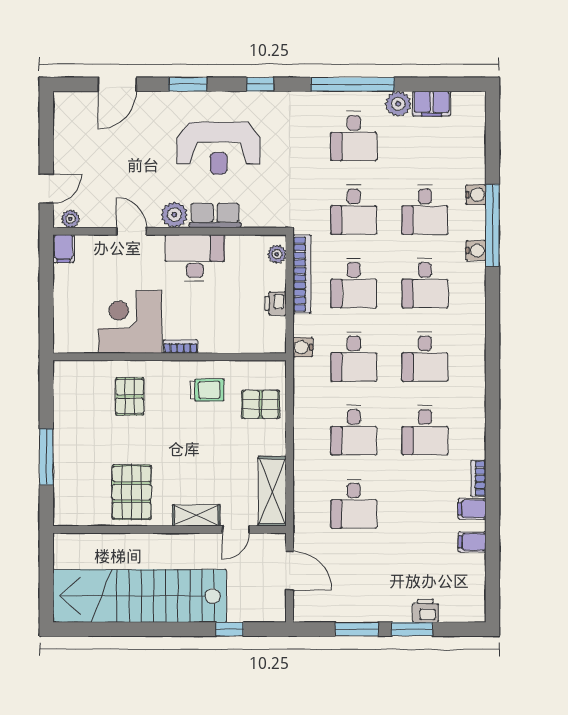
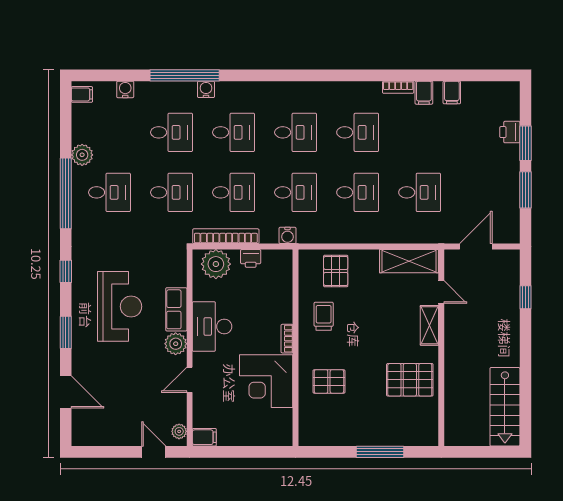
filing cabinet: (432, 104) -> (82, 94), moved, width x0.50
water cooler: (476, 195) -> (125, 89), moved
plant: (277, 254) -> (216, 264), width x1.88, depth x1.88
stairs: (140, 596) -> (505, 407), width x0.54, depth x0.66

